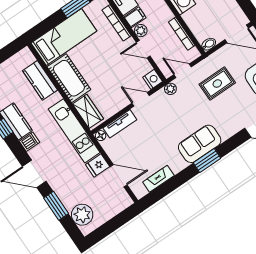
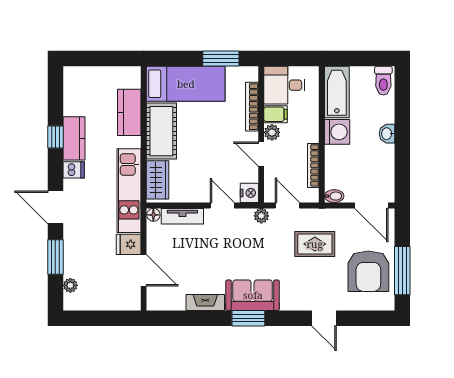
fireplace: (158, 179) -> (205, 302), moved
plant: (82, 215) -> (70, 285), width x0.53, depth x0.53

